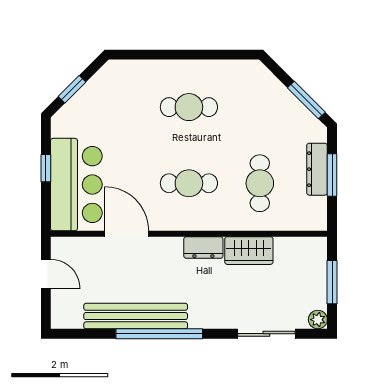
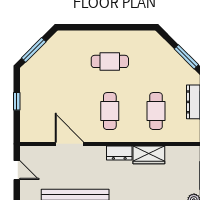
window: (72, 89) -> (34, 50), width x1.50
cafe table: (189, 183) -> (110, 111), turned 90
bar counter: (76, 185) -> (37, 112), removed

